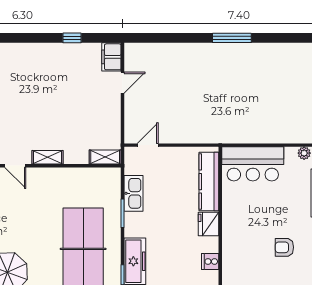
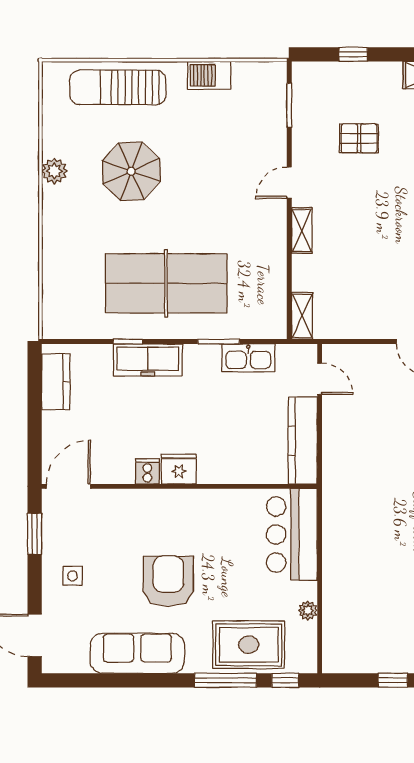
kitchen counter: (209, 182) -> (303, 441), moved, turned -90
fridge: (209, 224) -> (179, 469), moved
armchair: (284, 247) -> (168, 581), width x1.88, depth x1.88

